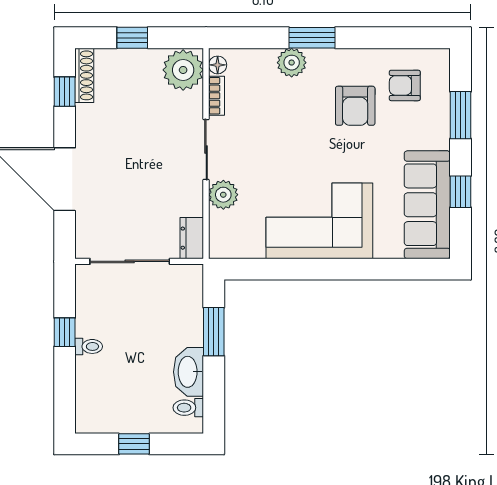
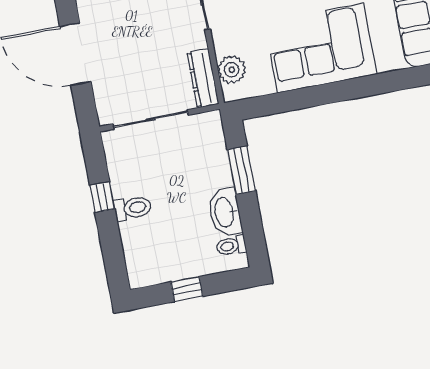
plant: (223, 195) -> (232, 70), moved
dresser: (192, 238) -> (203, 78), width x1.44
toilet: (89, 346) -> (133, 208), width x1.37, depth x1.39

